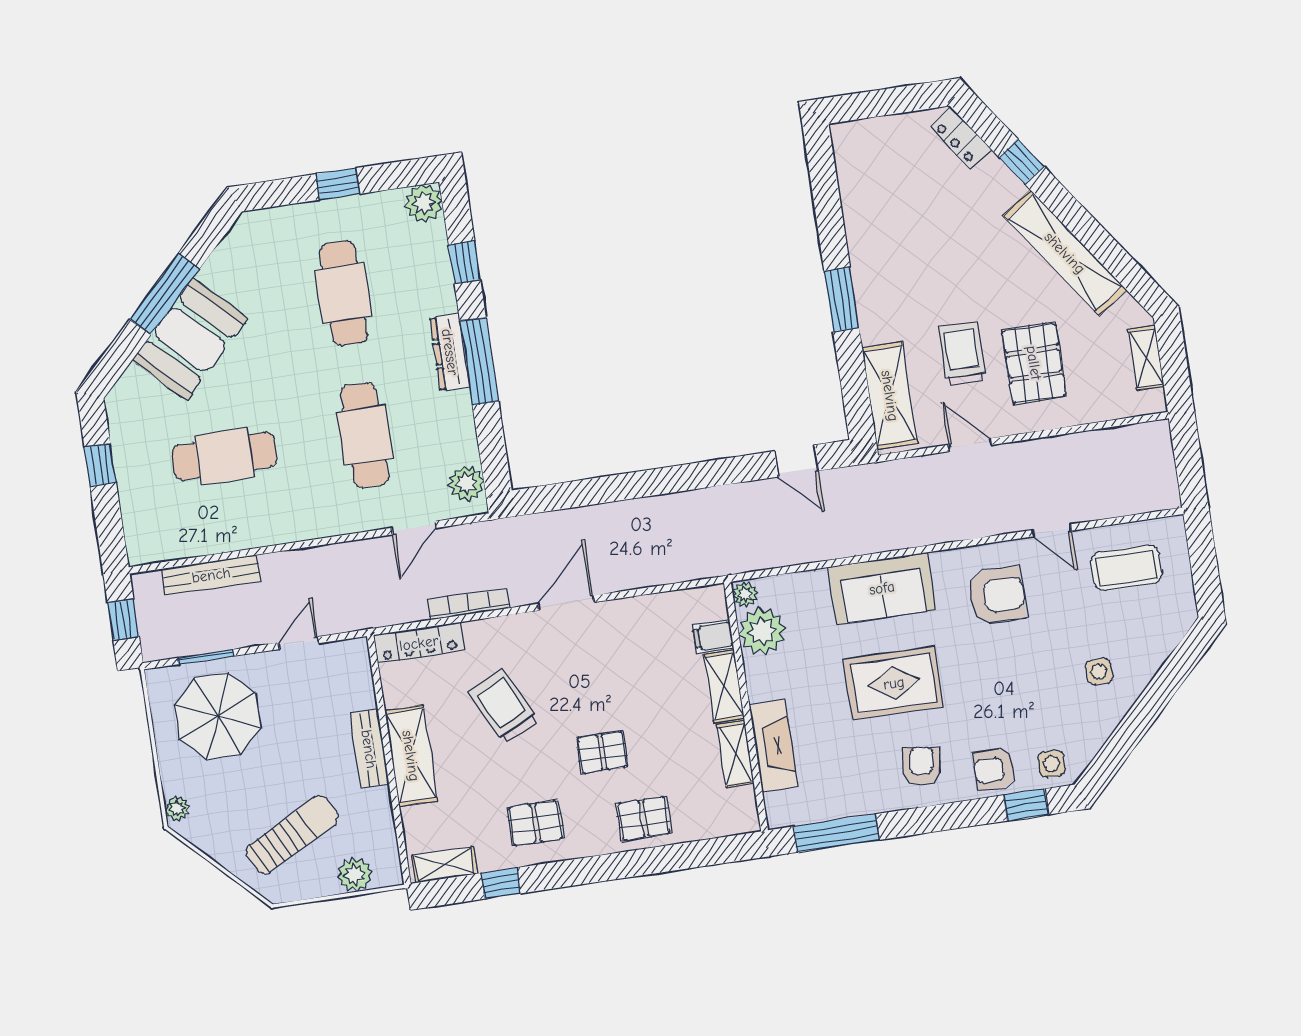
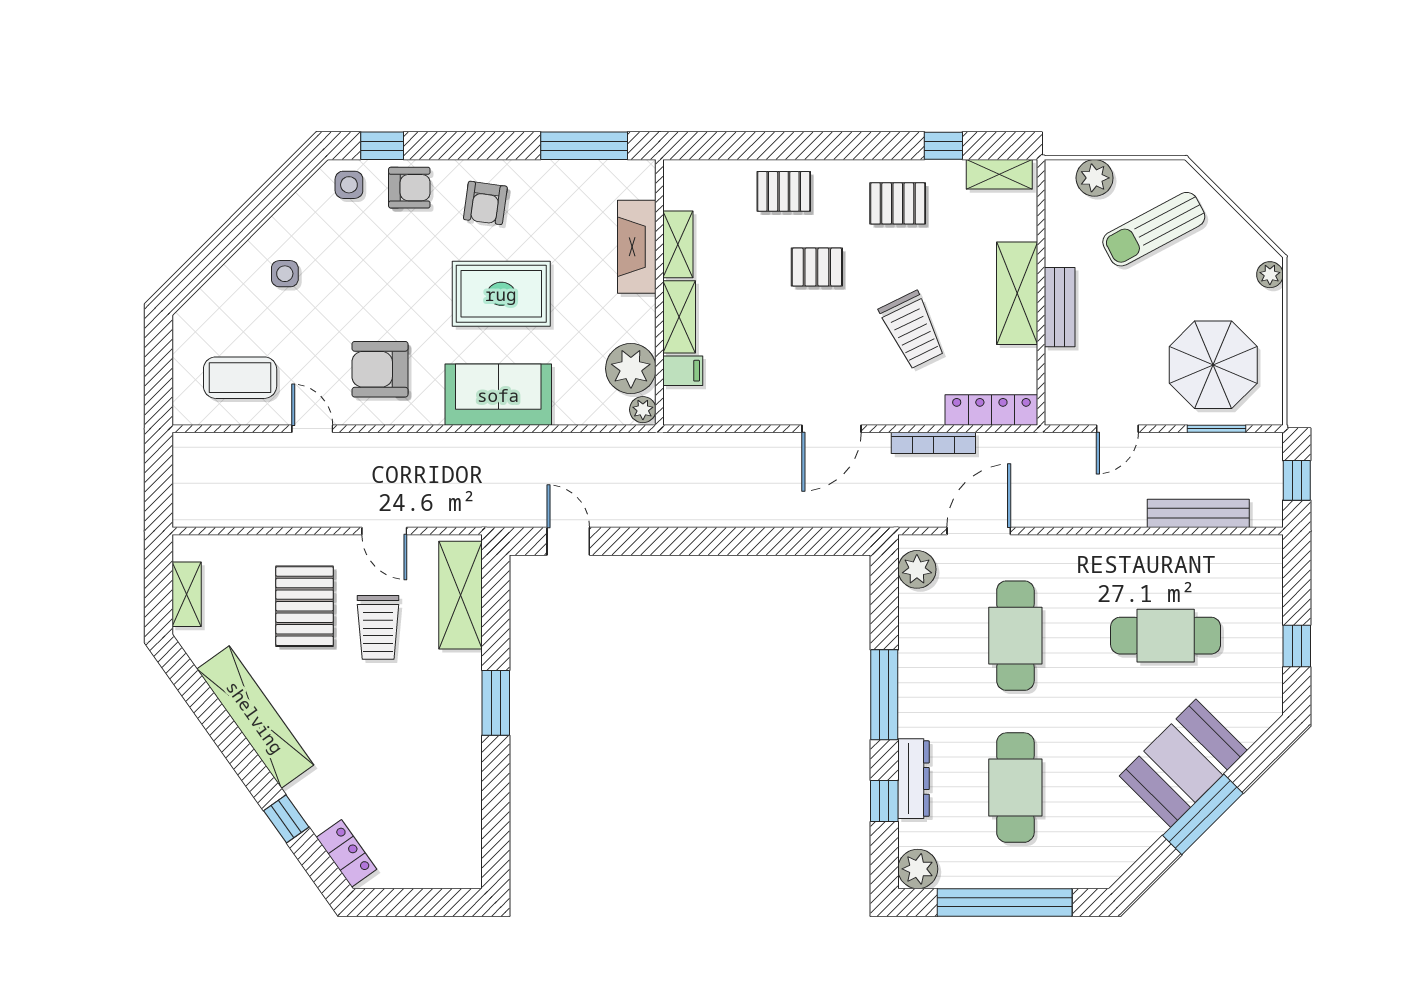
window: (338, 184) -> (1005, 902), width x3.17
dresser: (450, 352) -> (914, 779), moved
door: (414, 528) -> (979, 531), width x1.38

